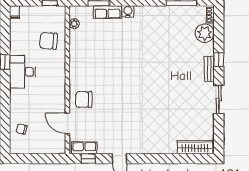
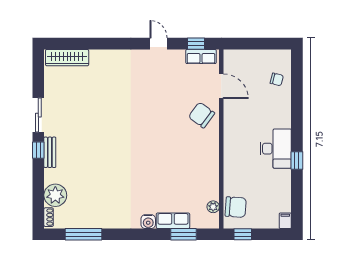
chair: (48, 41) -> (236, 207), moved
window: (219, 60) -> (38, 150), moved
chair: (84, 100) -> (201, 115), turned -144

